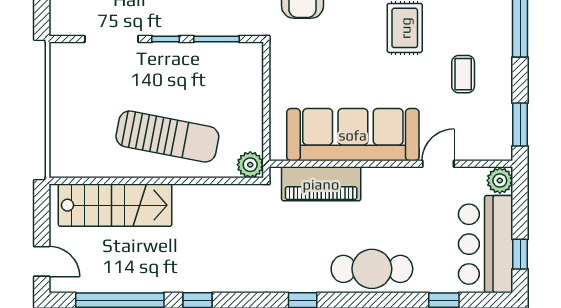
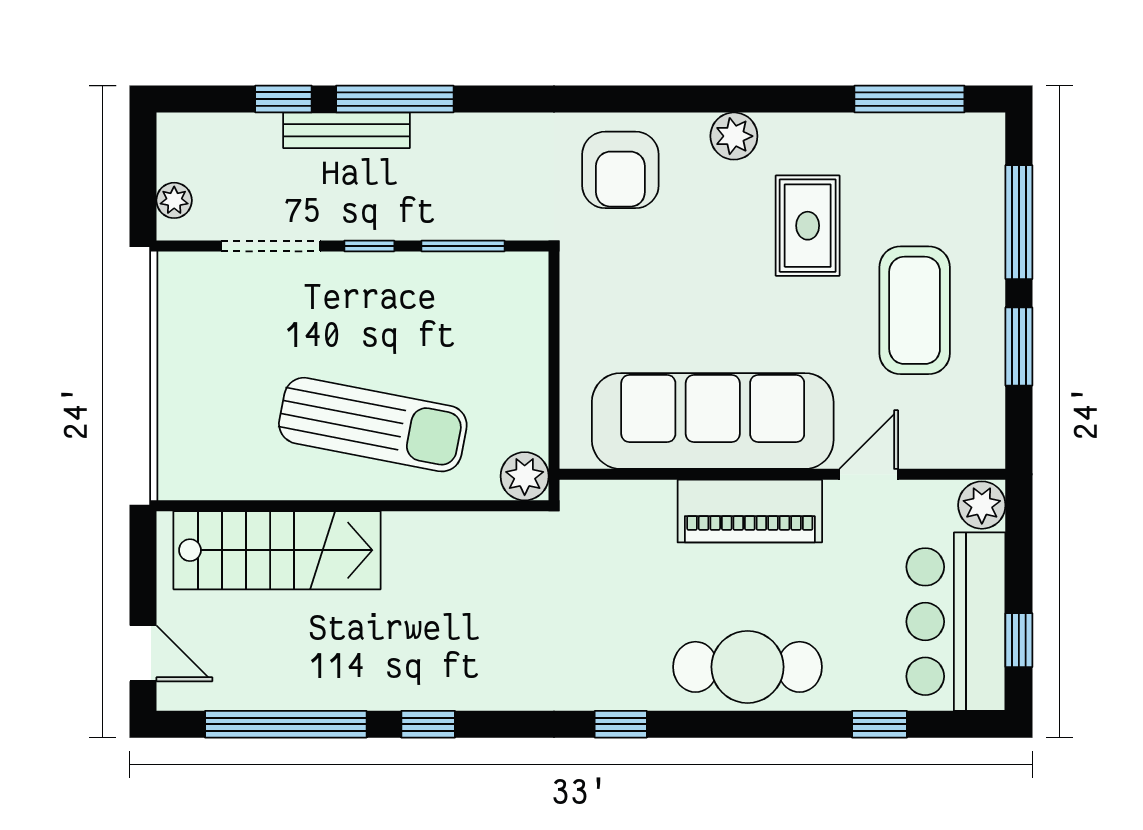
plant: (59, 14) -> (174, 200), added
coffee table: (463, 74) -> (915, 310), width x1.86, depth x1.72
window: (520, 125) -> (1019, 347), moved
piano: (321, 184) -> (750, 511), moved

